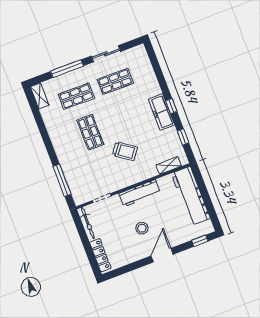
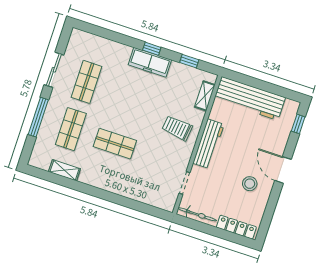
shelving: (40, 96) -> (64, 170), moved
trolley: (125, 151) -> (177, 128), moved, turned -119
window: (62, 180) -> (138, 206), removed
stool: (142, 228) -> (250, 184), moved

